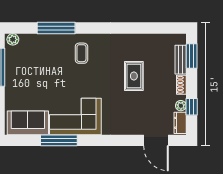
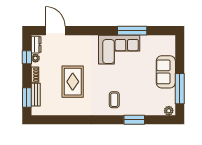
window: (56, 28) -> (134, 120), width x0.69
rug: (134, 76) -> (73, 82), width x1.36, depth x1.43
sofa: (28, 123) -> (166, 72), moved, turned 90

